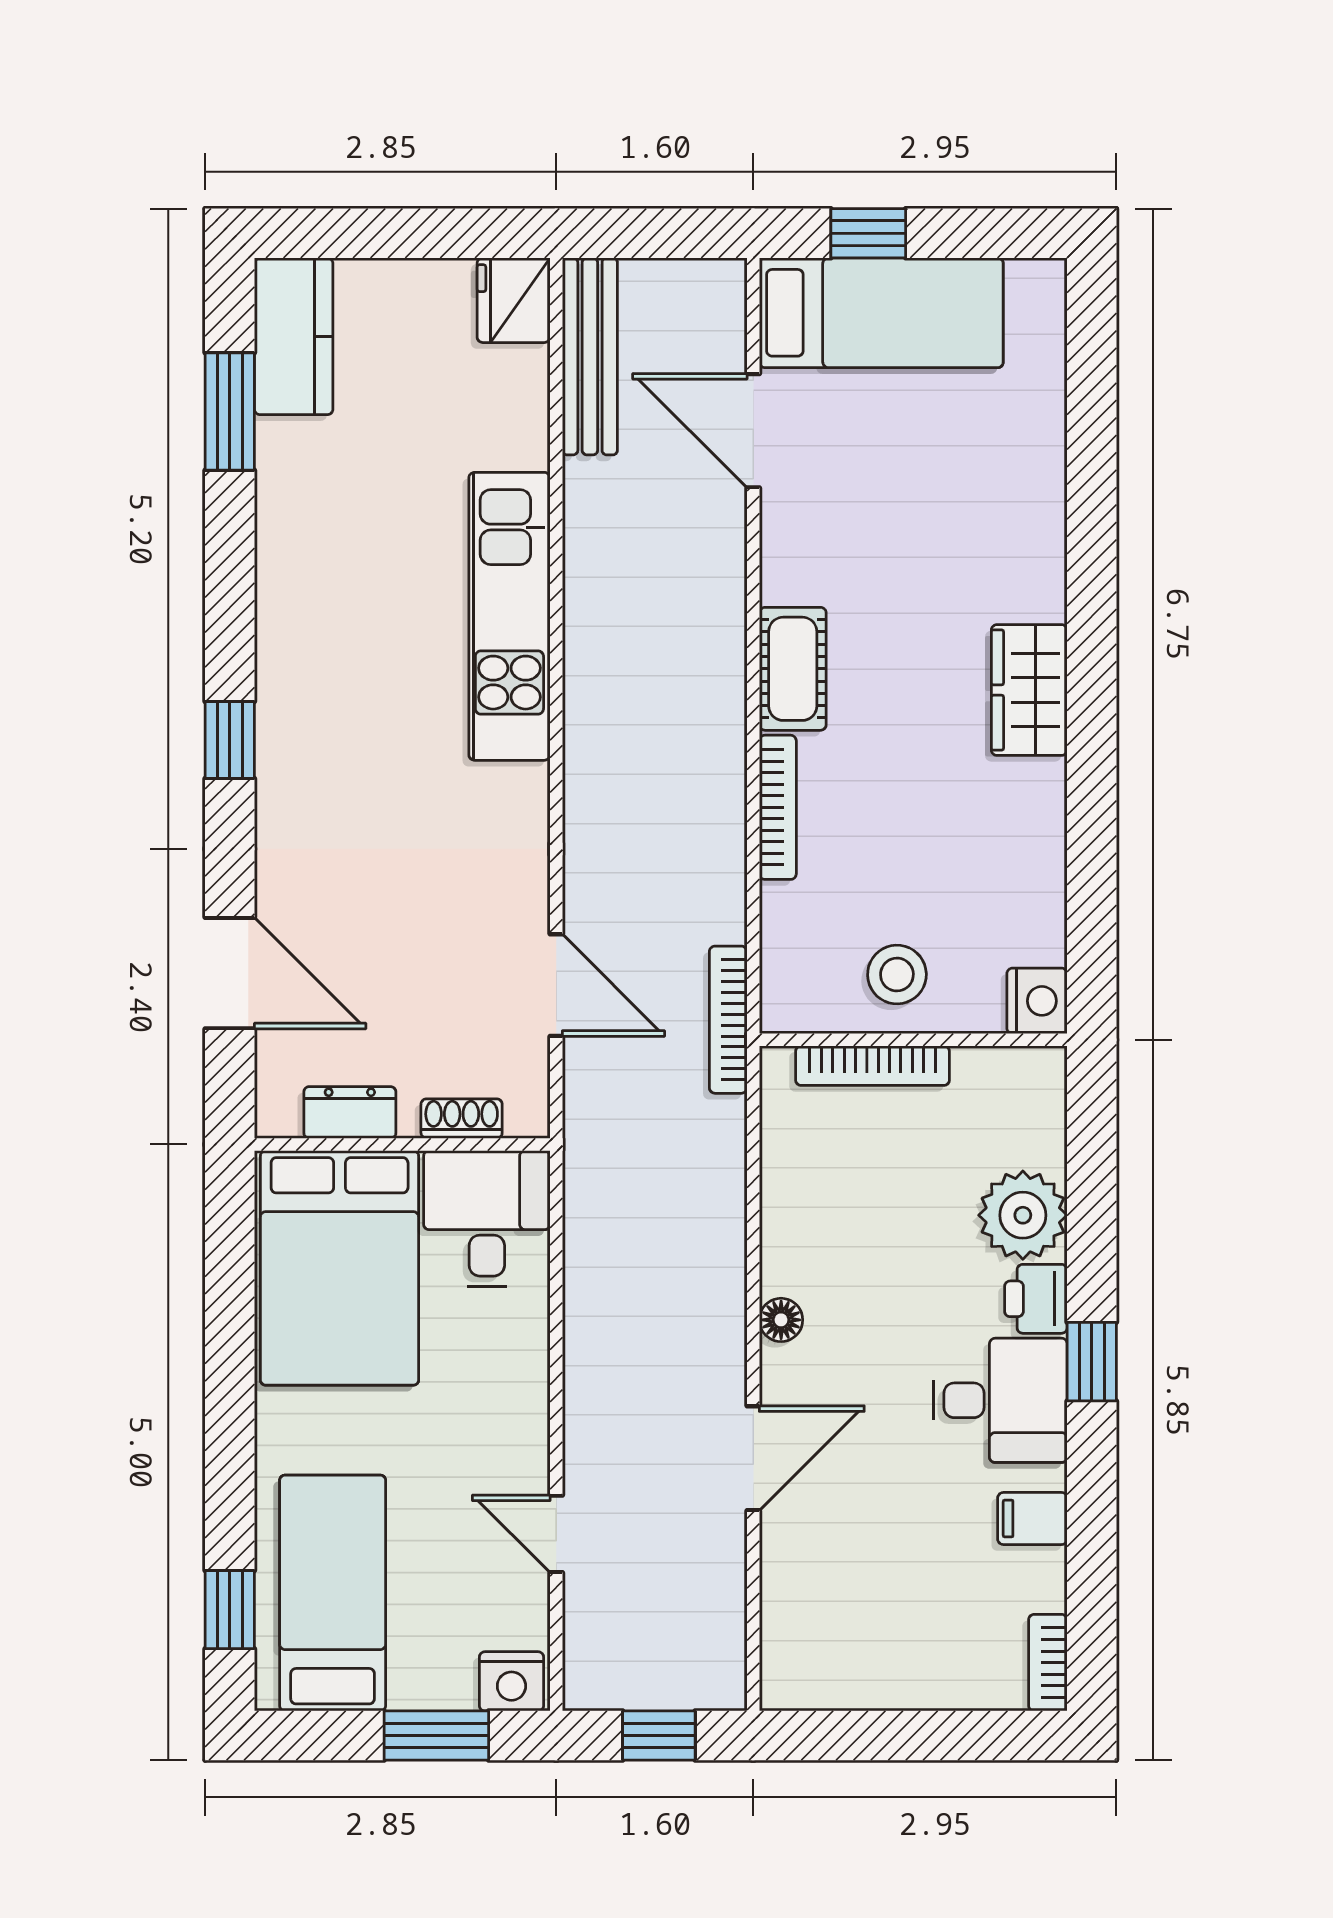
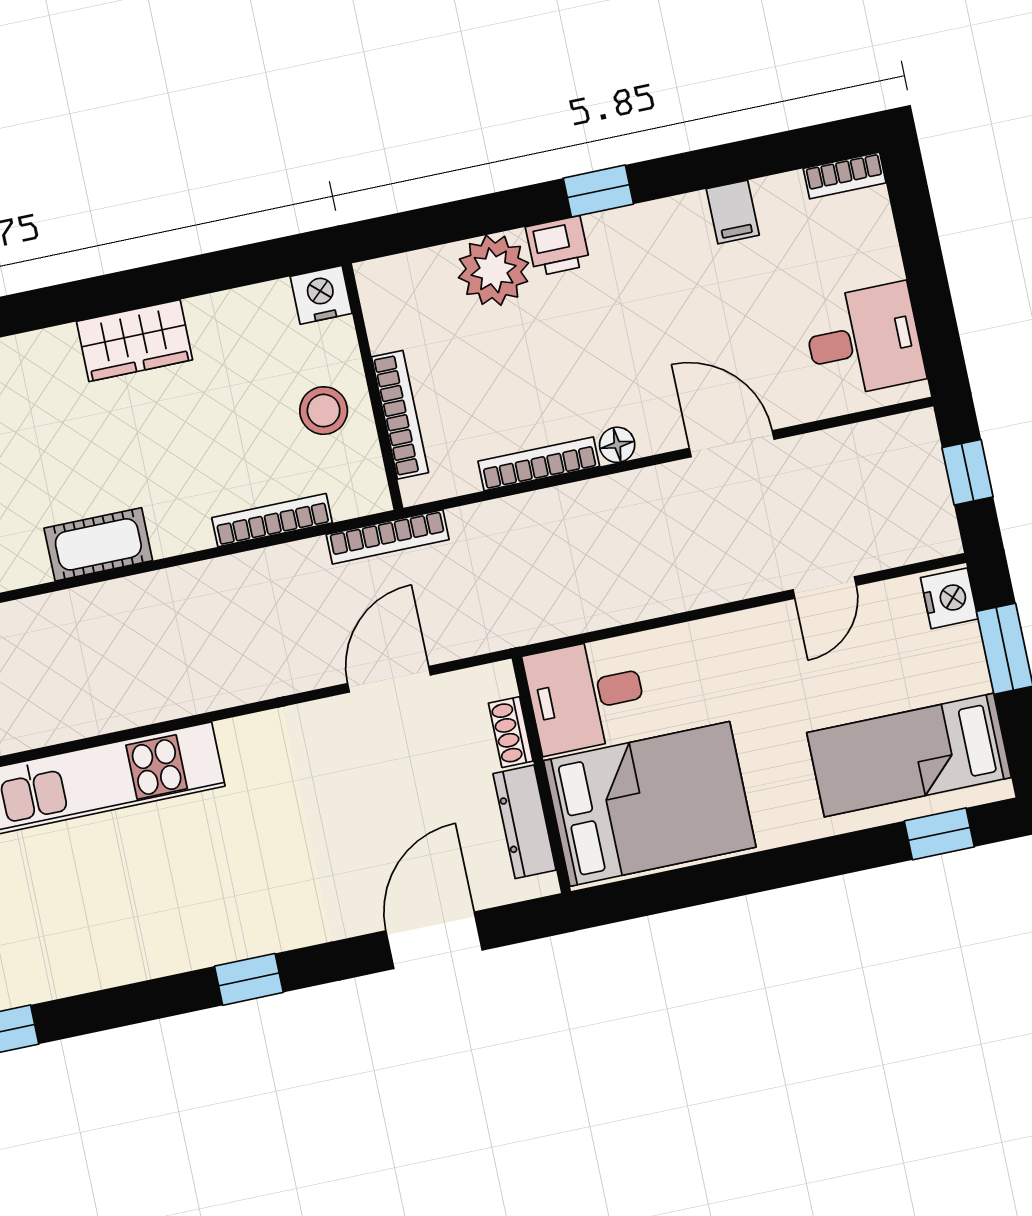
wardrobe: (1029, 690) -> (135, 341), moved
bookcase: (778, 807) -> (272, 520), moved
dresser: (350, 1112) -> (525, 822), width x1.44
bookcase: (778, 1221) -> (539, 464), added
desk: (1000, 1400) -> (864, 340), moved, turned 90

